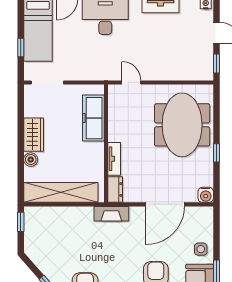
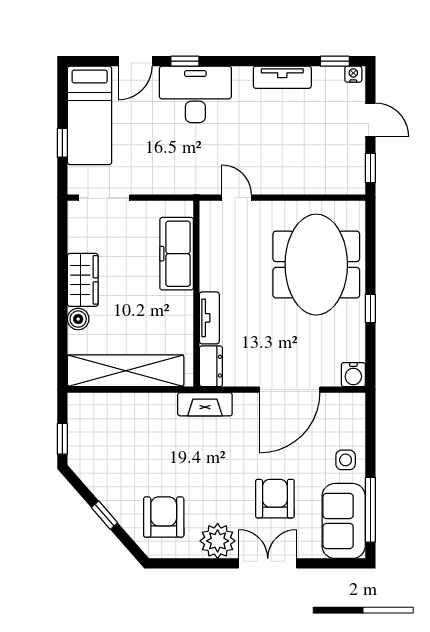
window: (21, 222) -> (62, 439), moved

